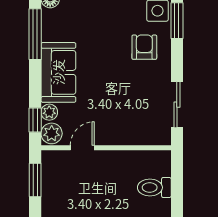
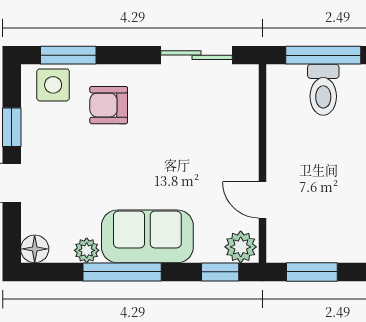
window: (35, 34) -> (122, 272), moved
plant: (49, 112) -> (87, 250), moved
window: (177, 188) -> (323, 55), added

